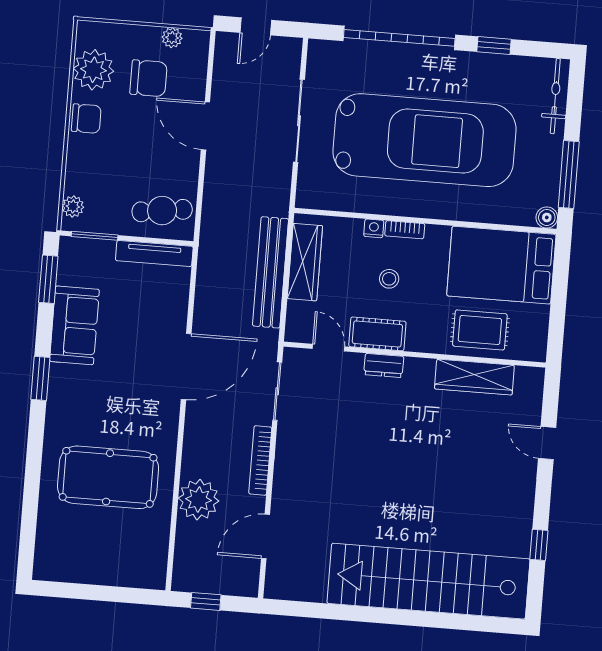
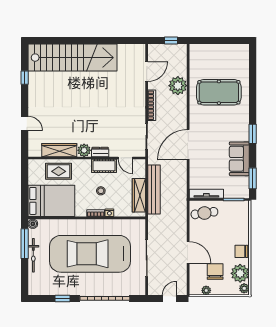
chair: (149, 78) -> (215, 271), turned 90
bicycle: (555, 96) -> (33, 255), moved
plant: (73, 206) -> (244, 288), moved
plant: (419, 372) -> (84, 150), added

